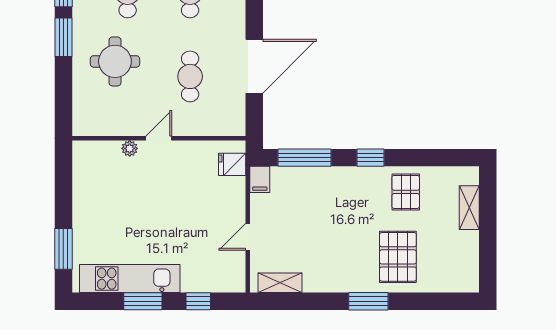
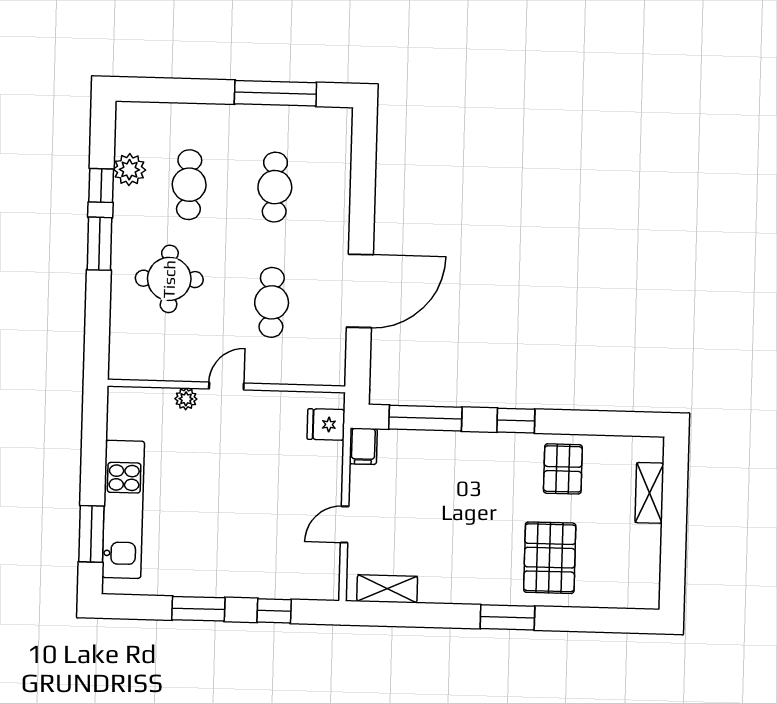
kitchen unit: (130, 279) -> (123, 509), moved, turned 90

